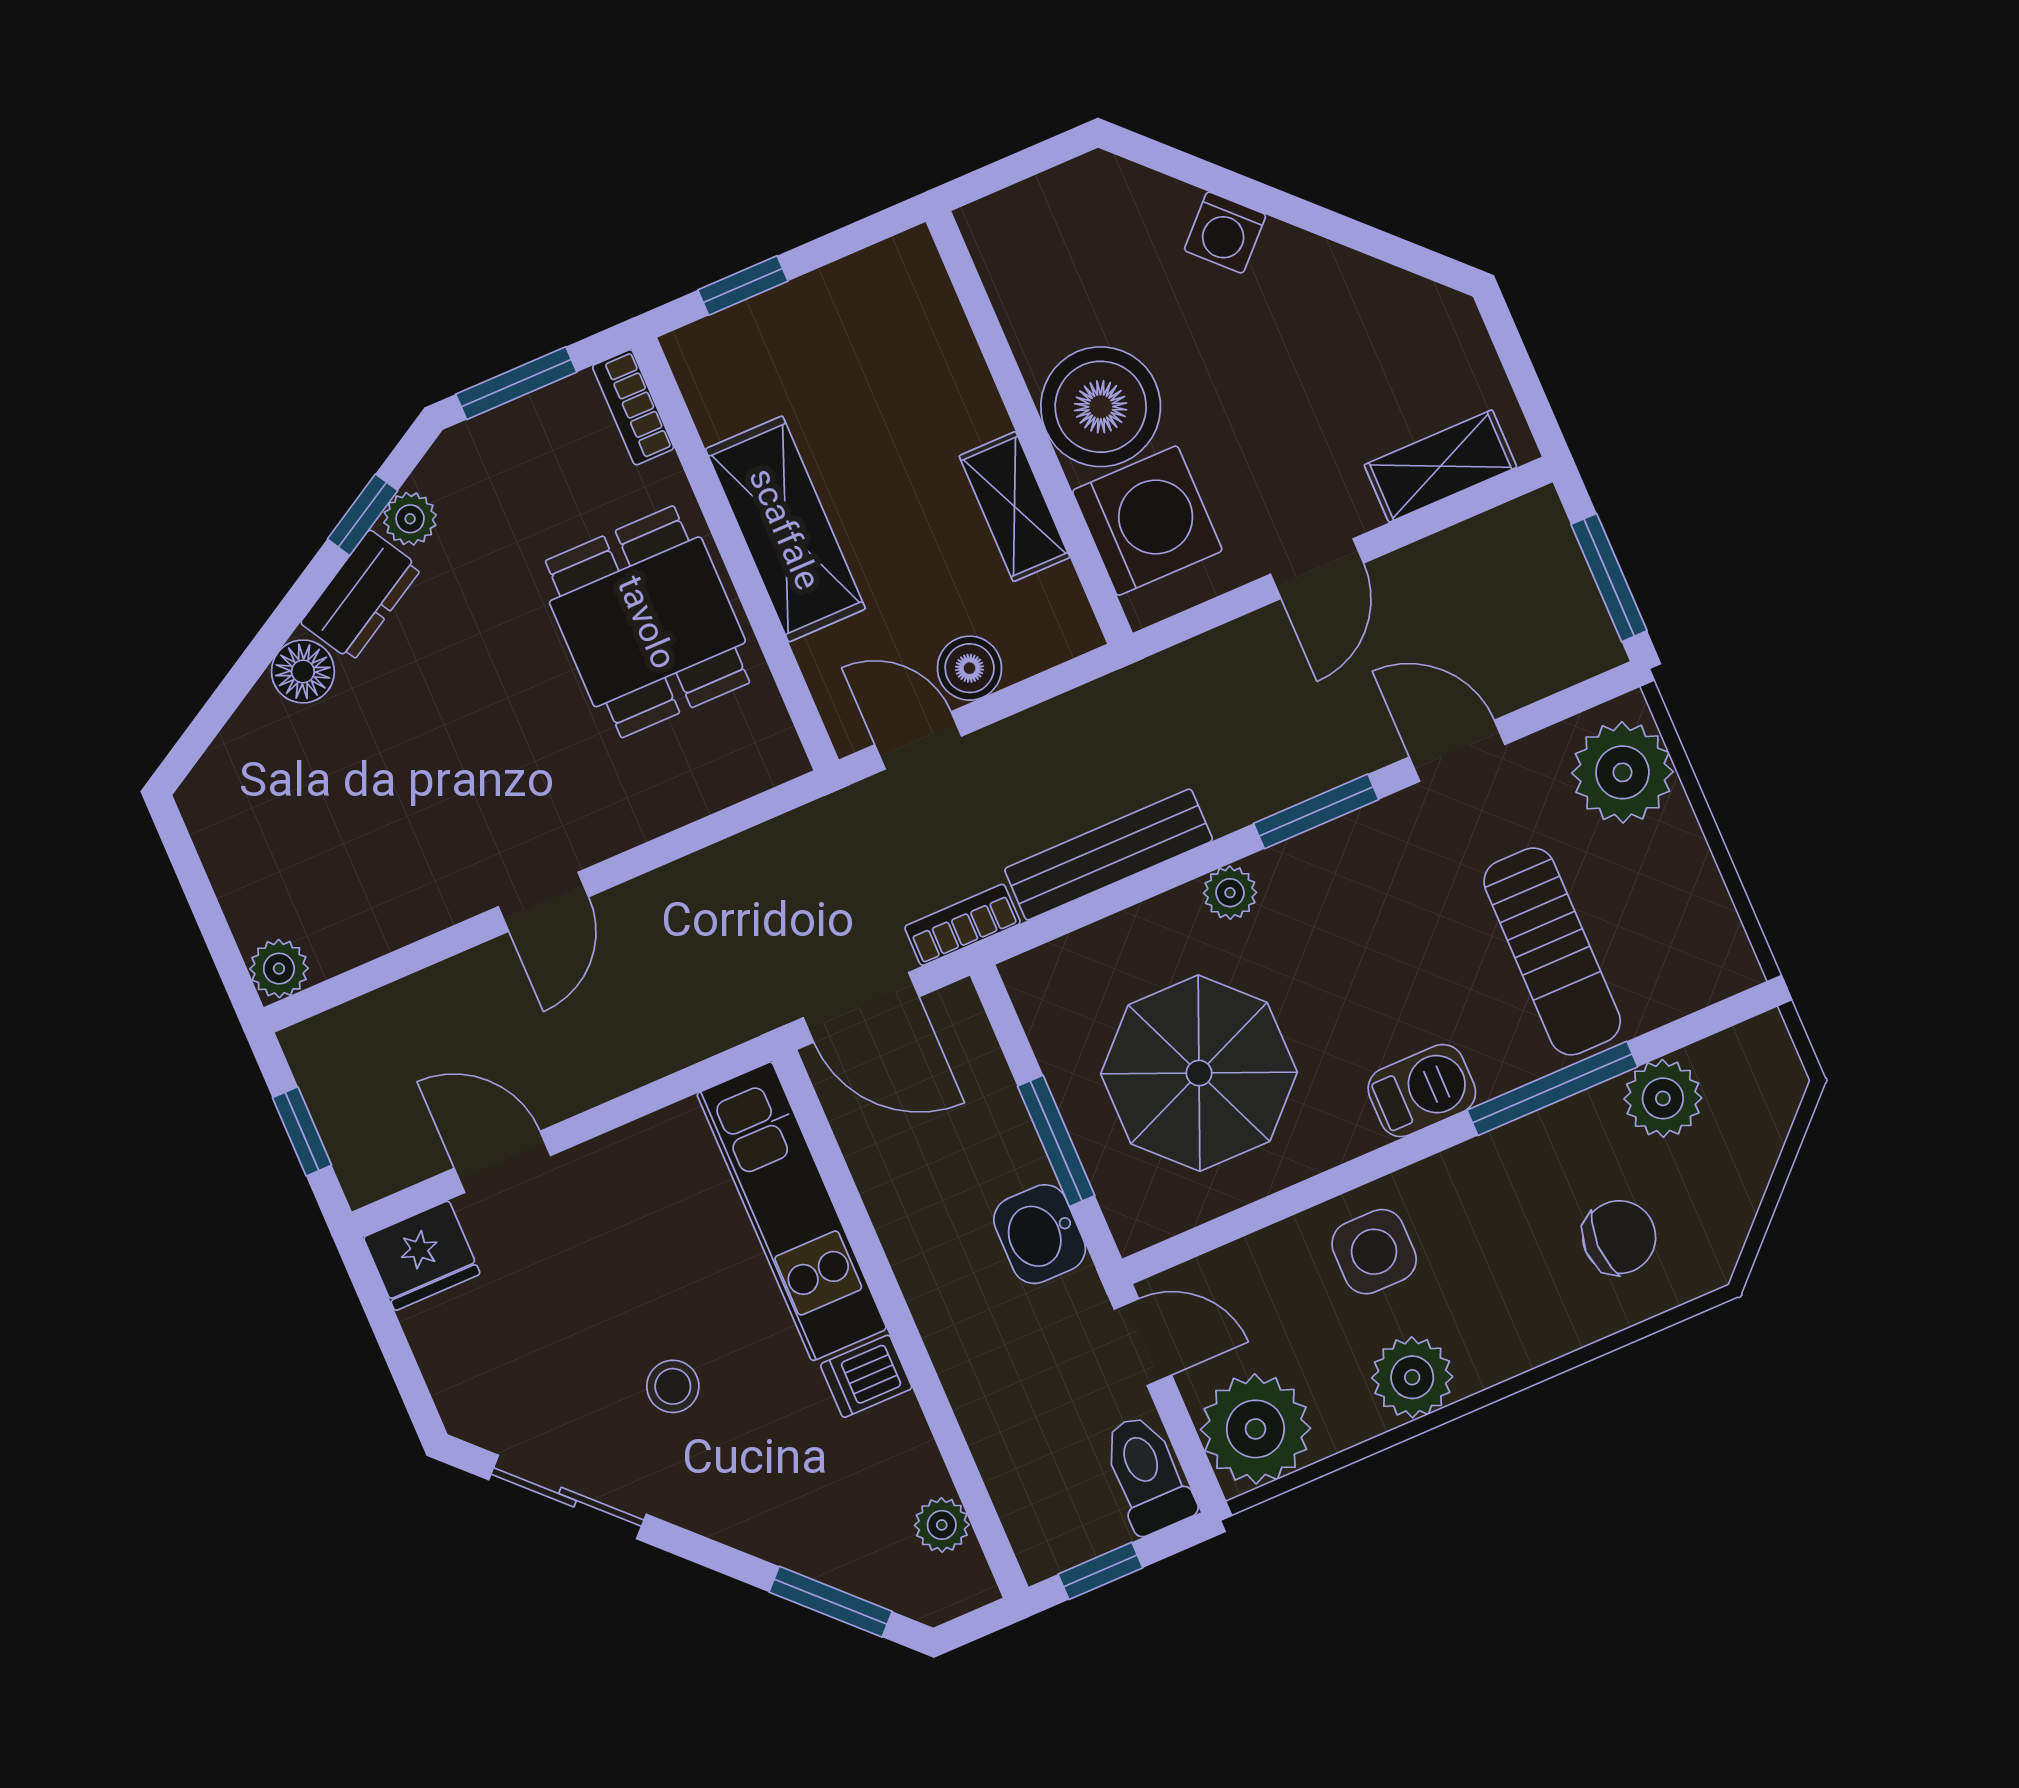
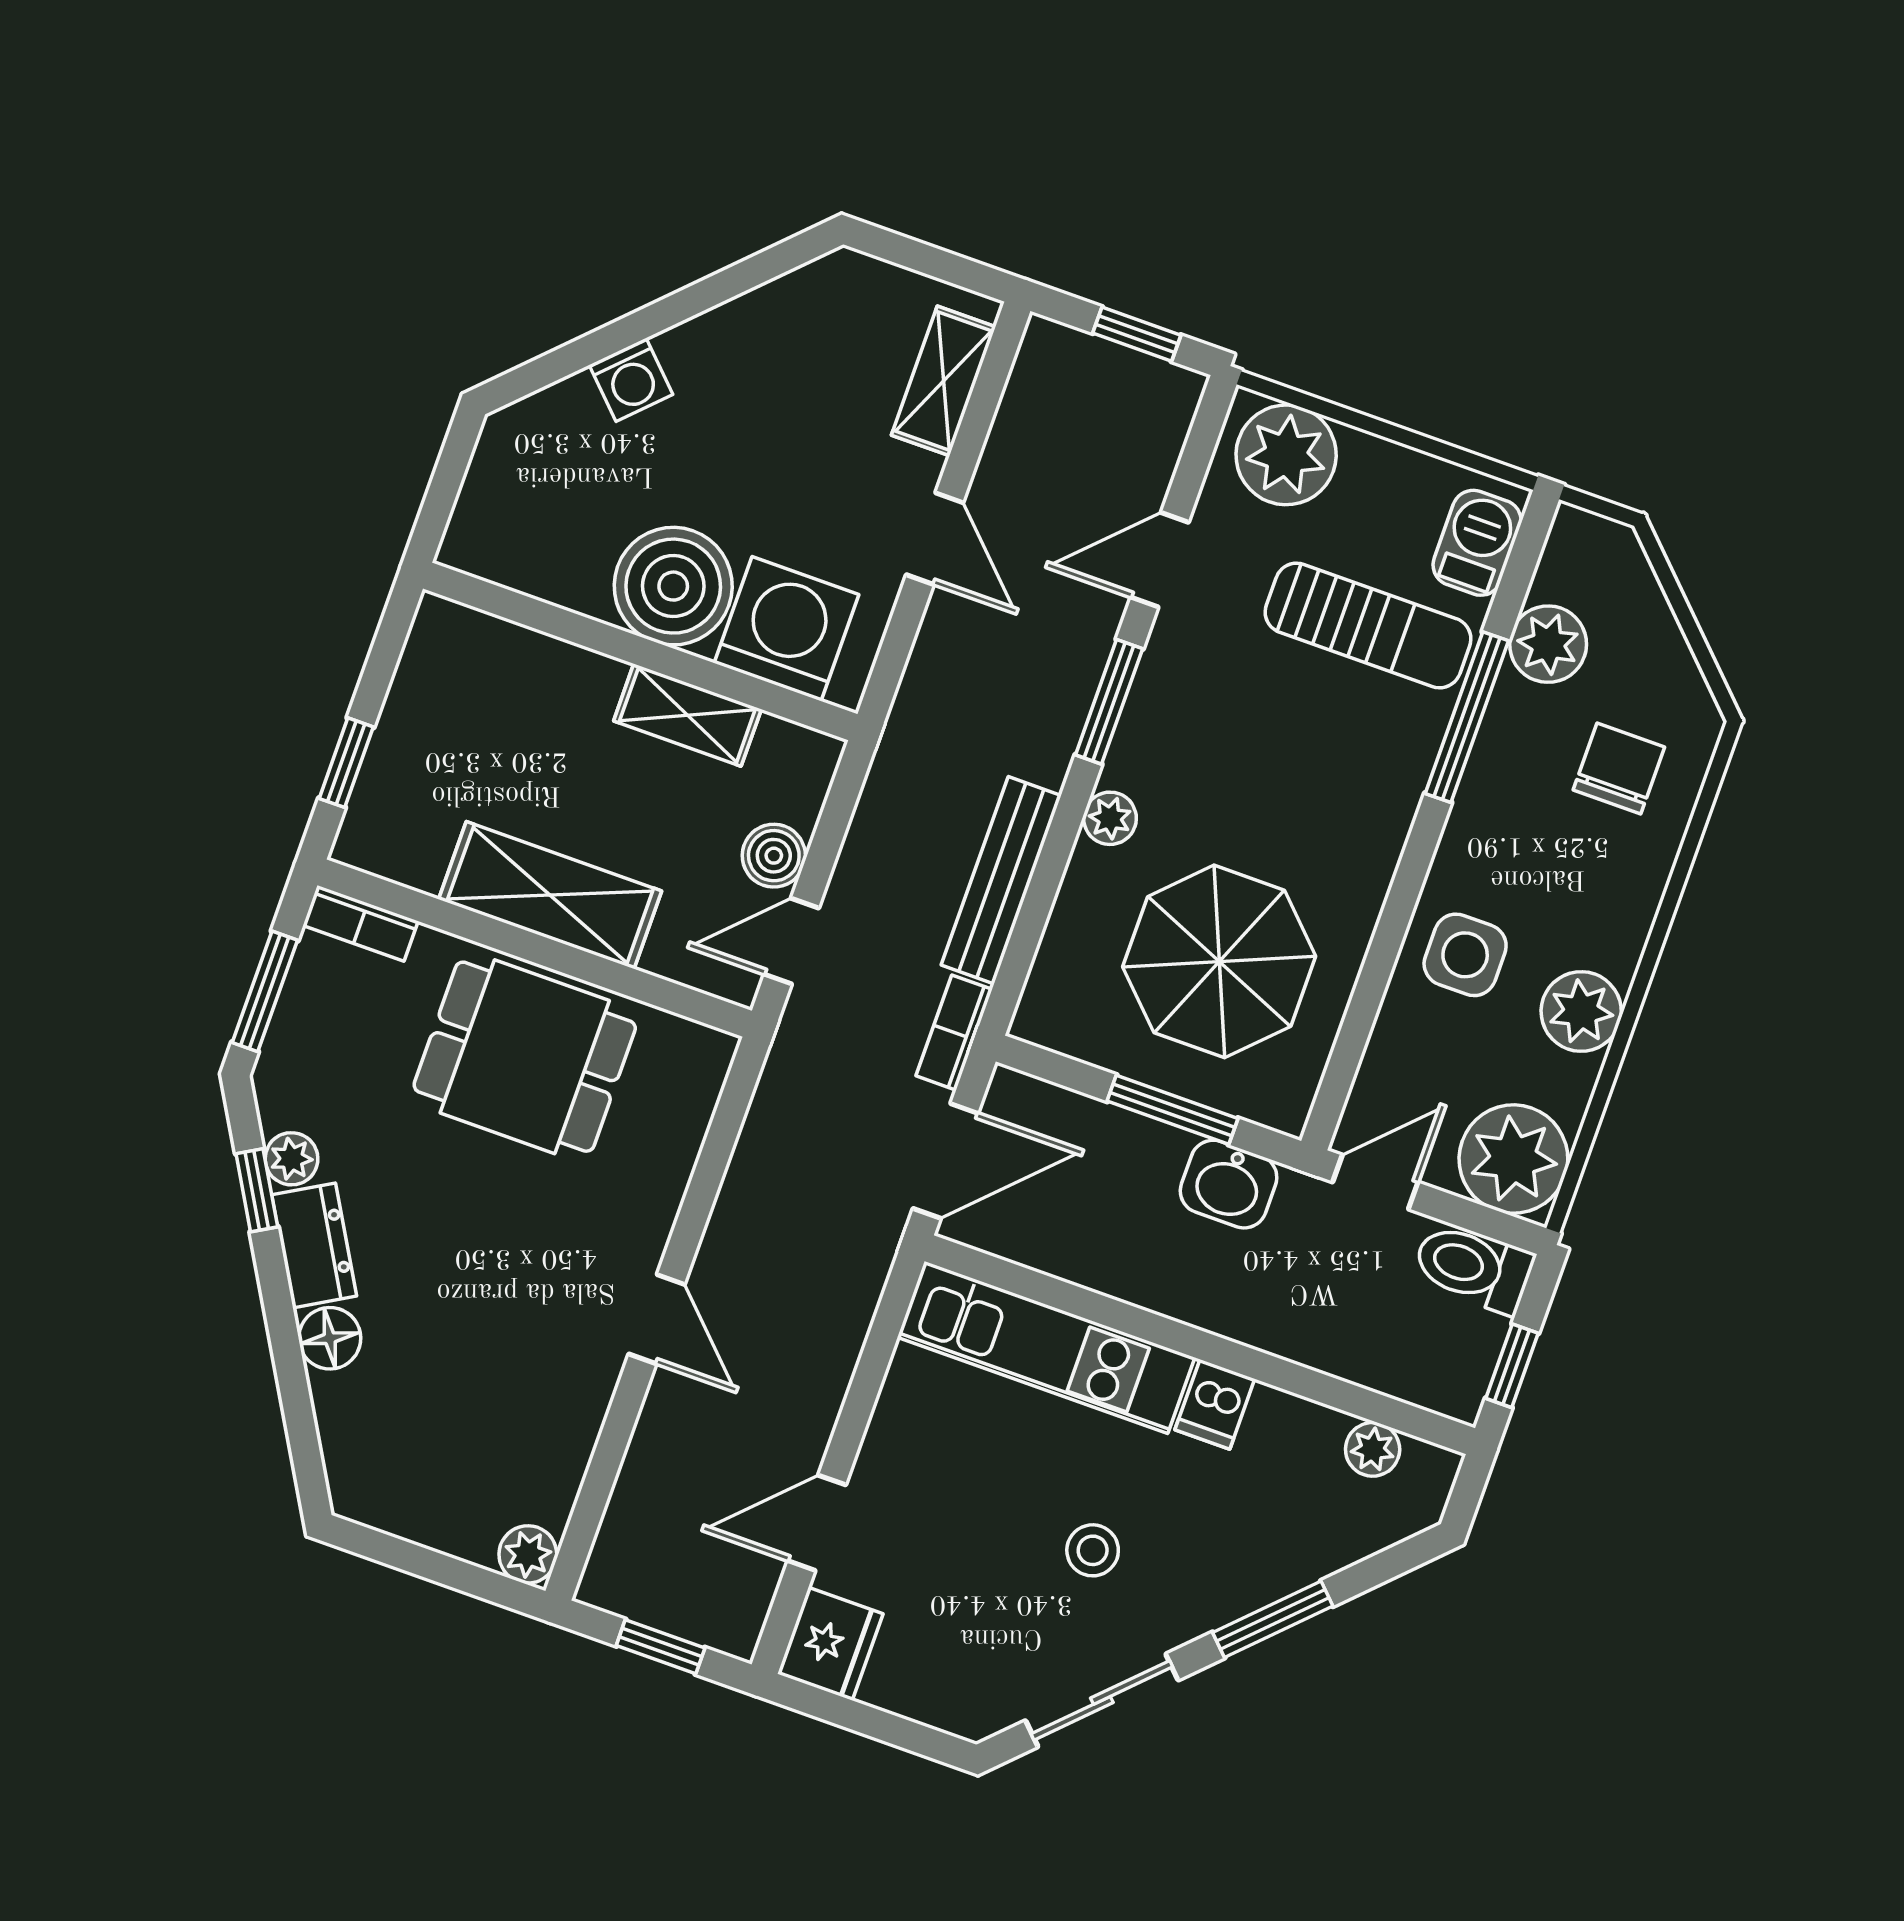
window: (1609, 578) -> (1137, 334), width x0.67
barbecue: (1422, 1091) -> (1477, 543), moved
window: (831, 1602) -> (1273, 1619), moved

